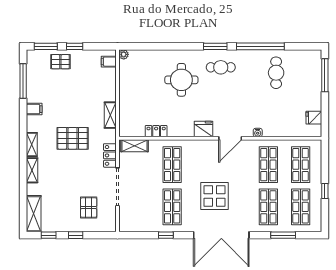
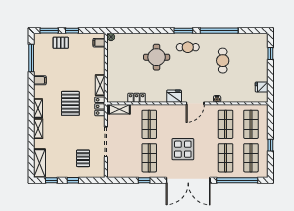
cafe table: (276, 73) -> (223, 61), moved
window: (325, 75) -> (270, 53), width x0.46
pallet: (73, 138) -> (70, 103), turned 90
locker: (110, 155) -> (100, 106), moved
window: (283, 235) -> (237, 180), width x2.11

